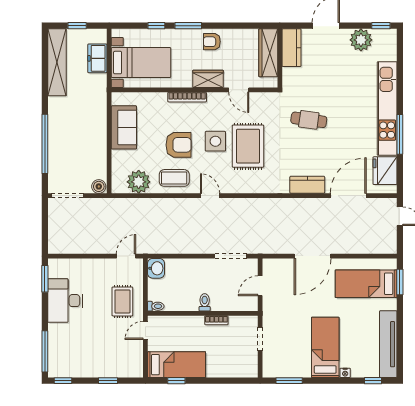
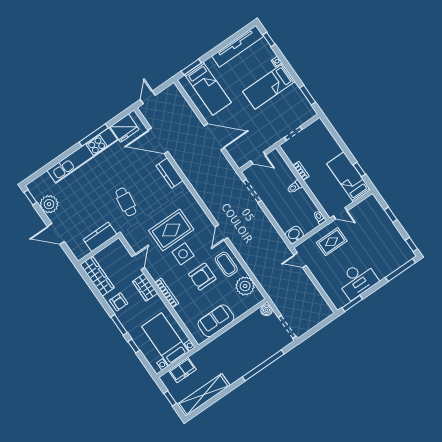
kitchen counter: (292, 48) -> (100, 237), moved
wardrobe: (268, 53) -> (97, 276), moved, turned -90
armchair: (179, 145) -> (202, 277), turned -90

